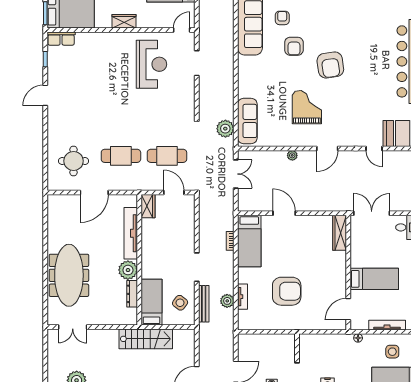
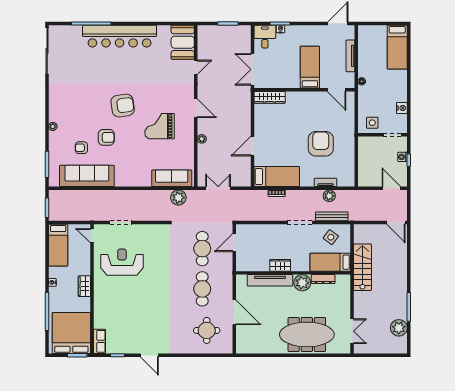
wardrobe: (148, 206) -> (280, 265), moved
side table: (392, 352) -> (372, 123), moved

